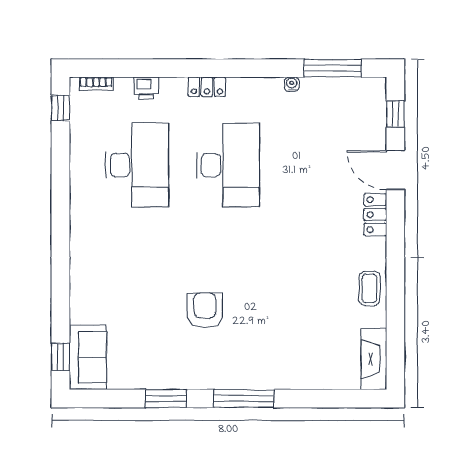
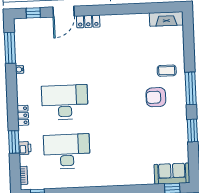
window: (159, 68) -> (14, 142), added
coffee table: (369, 288) -> (167, 71), moved
armchair: (205, 310) -> (156, 97), moved

